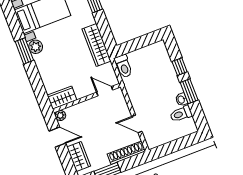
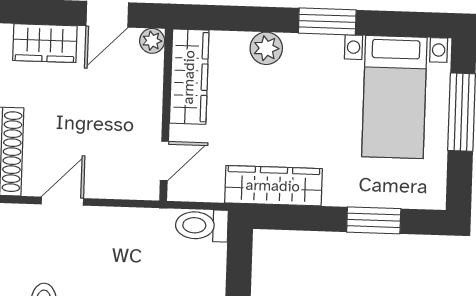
plant: (36, 47) -> (266, 48), moved
wardrobe: (62, 98) -> (189, 77), width x1.50

